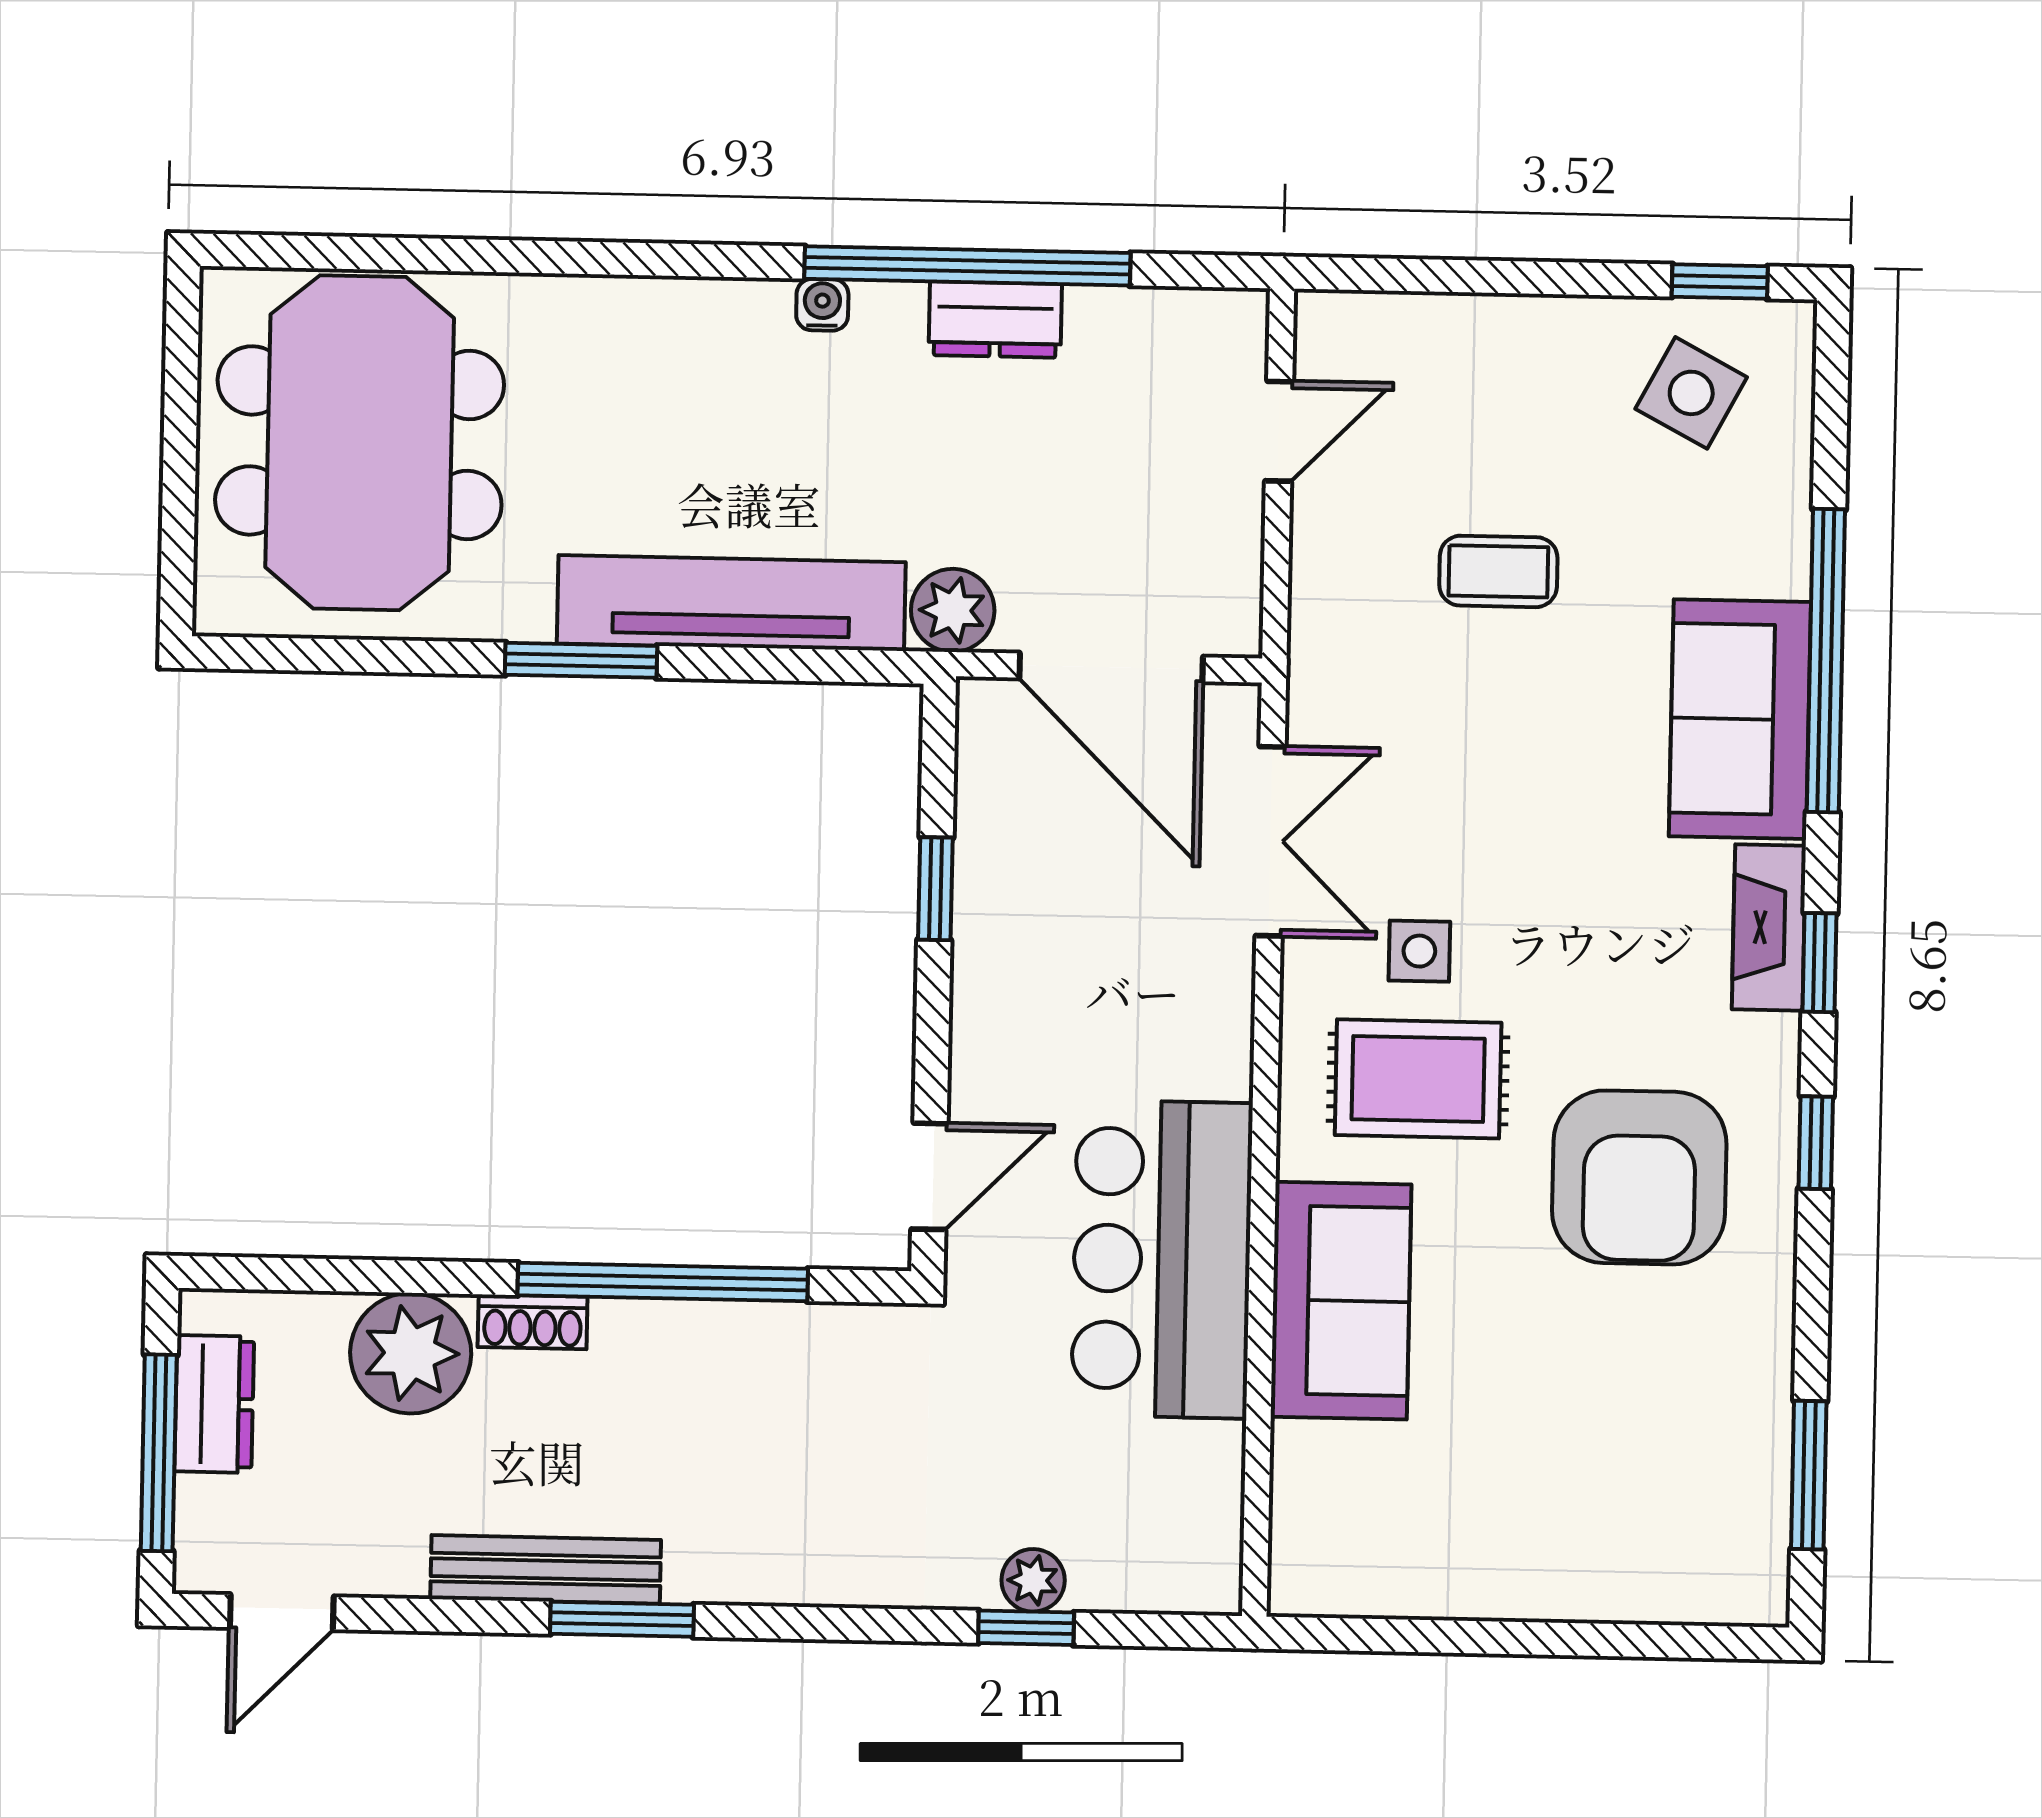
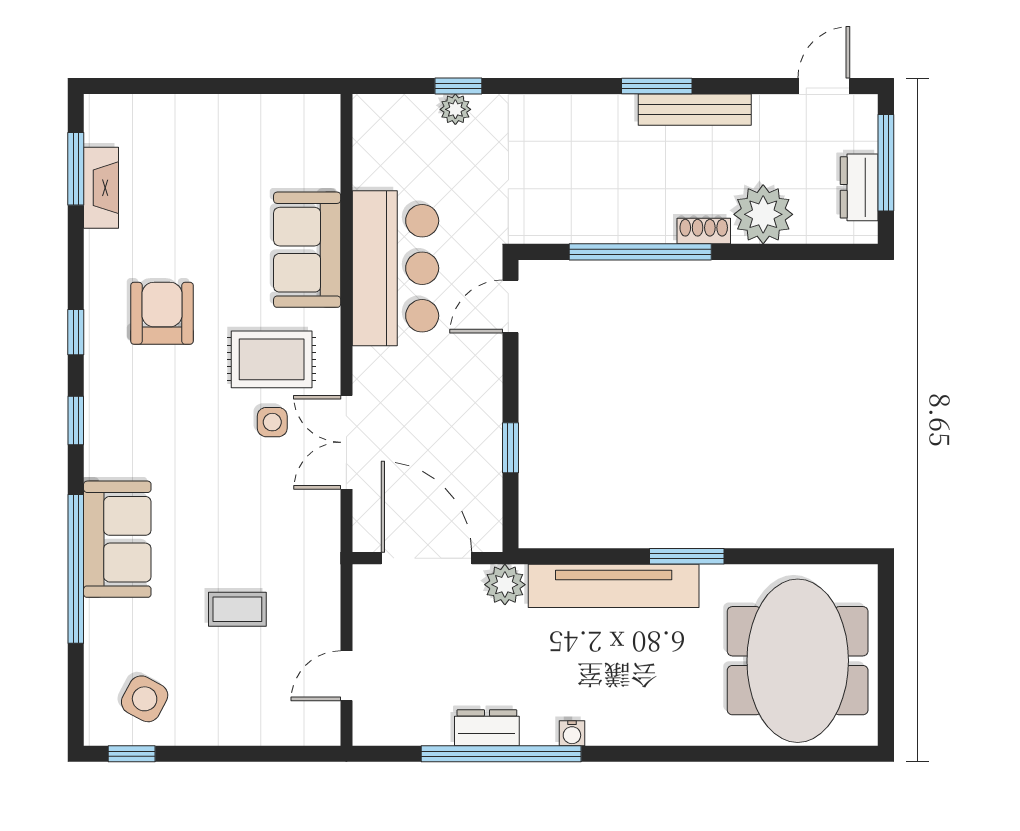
double door: (1271, 841) -> (346, 442), moved
fireplace: (1769, 927) -> (101, 188), moved
armchair: (1639, 1177) -> (162, 313), width x0.73, depth x0.73

